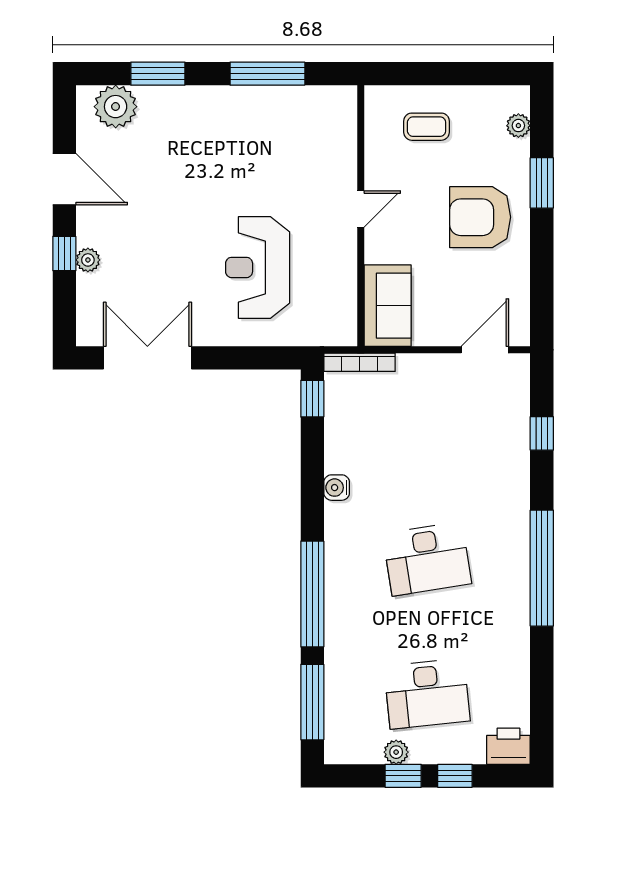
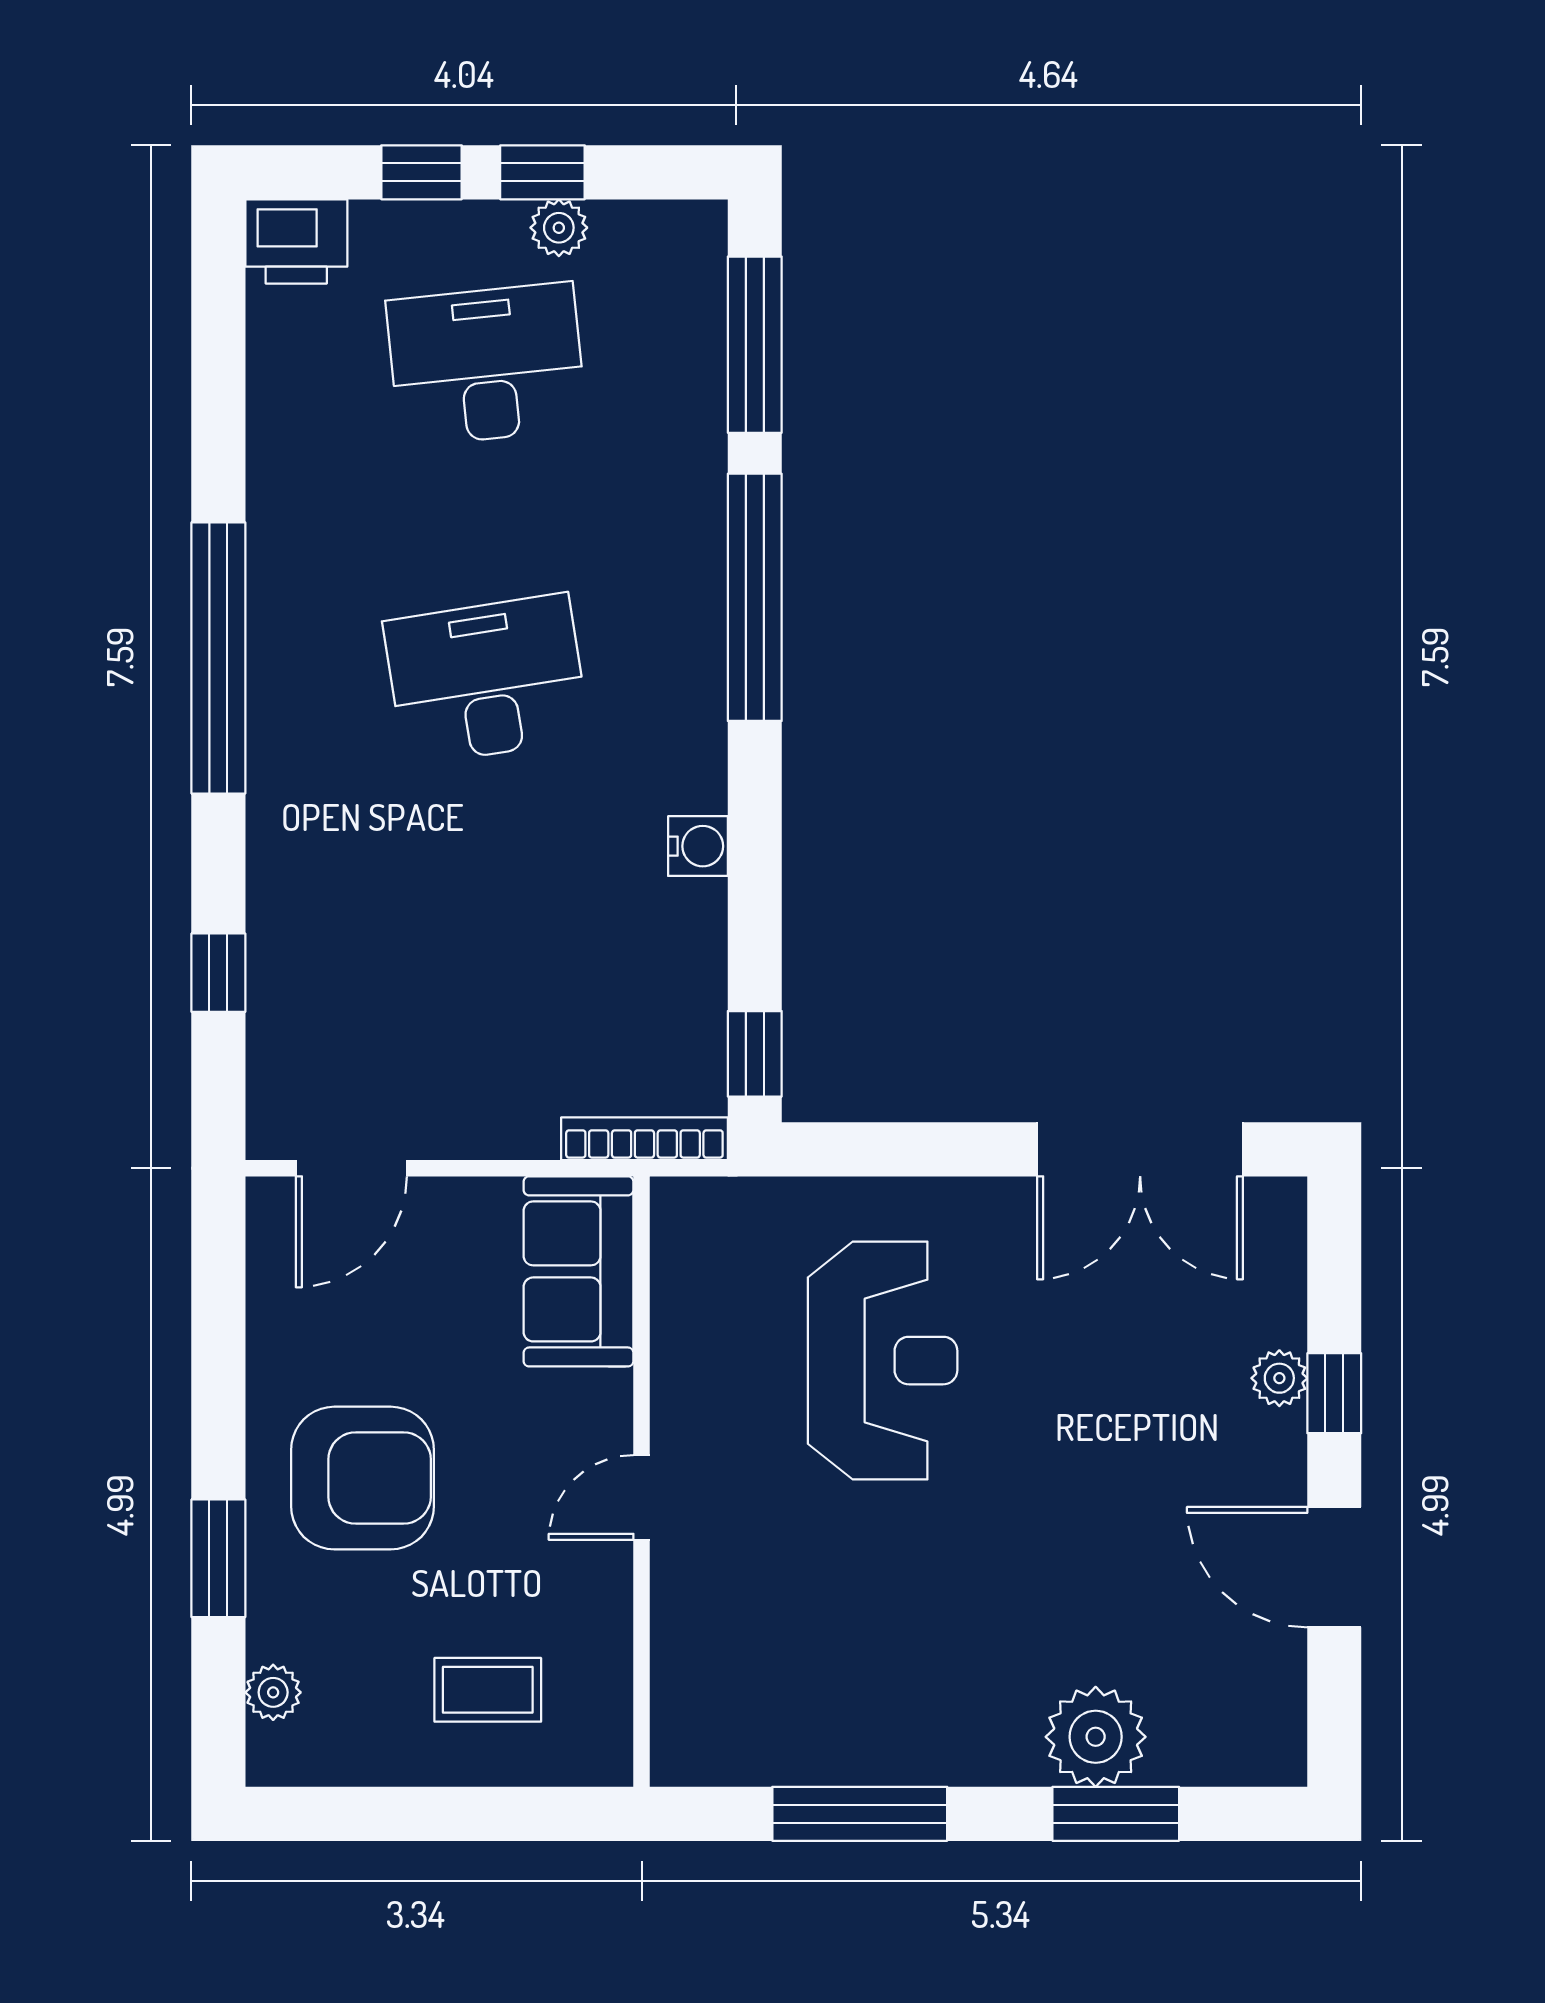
plant: (116, 107) -> (1096, 1737), moved

